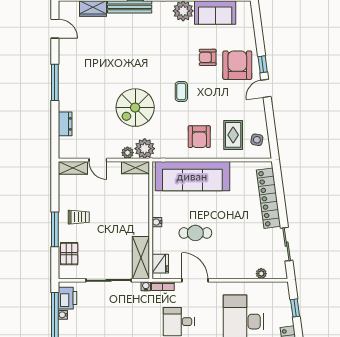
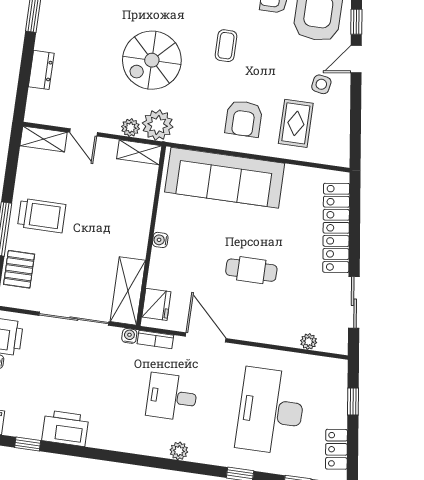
side table: (257, 140) -> (321, 84), moved
trolley: (79, 217) -> (42, 215), width x1.36, depth x1.39
cafe table: (195, 233) -> (251, 270), moved

